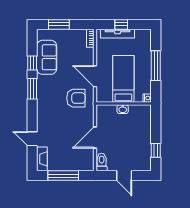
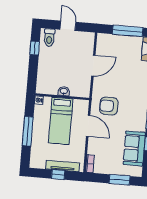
toilet: (102, 162) -> (49, 38), moved

